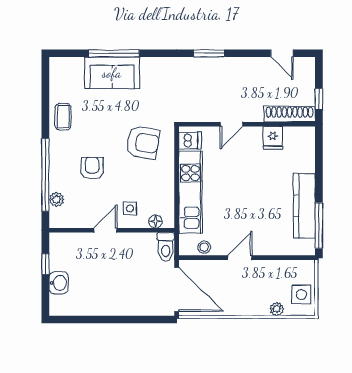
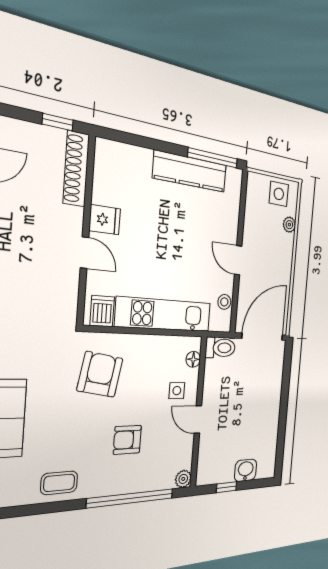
fridge: (273, 138) -> (105, 220), moved
plant: (57, 199) -> (183, 479), moved

